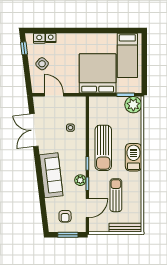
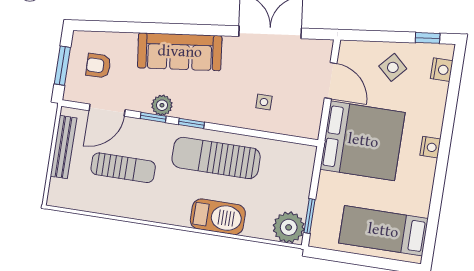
nightstand: (51, 38) -> (430, 147), moved
bed: (98, 73) -> (363, 141), moved
door: (54, 95) -> (331, 81), hinge flipped
barbecue: (134, 157) -> (218, 217), moved
door: (87, 208) -> (107, 110), hinge flipped
bench: (125, 228) -> (63, 147), moved

